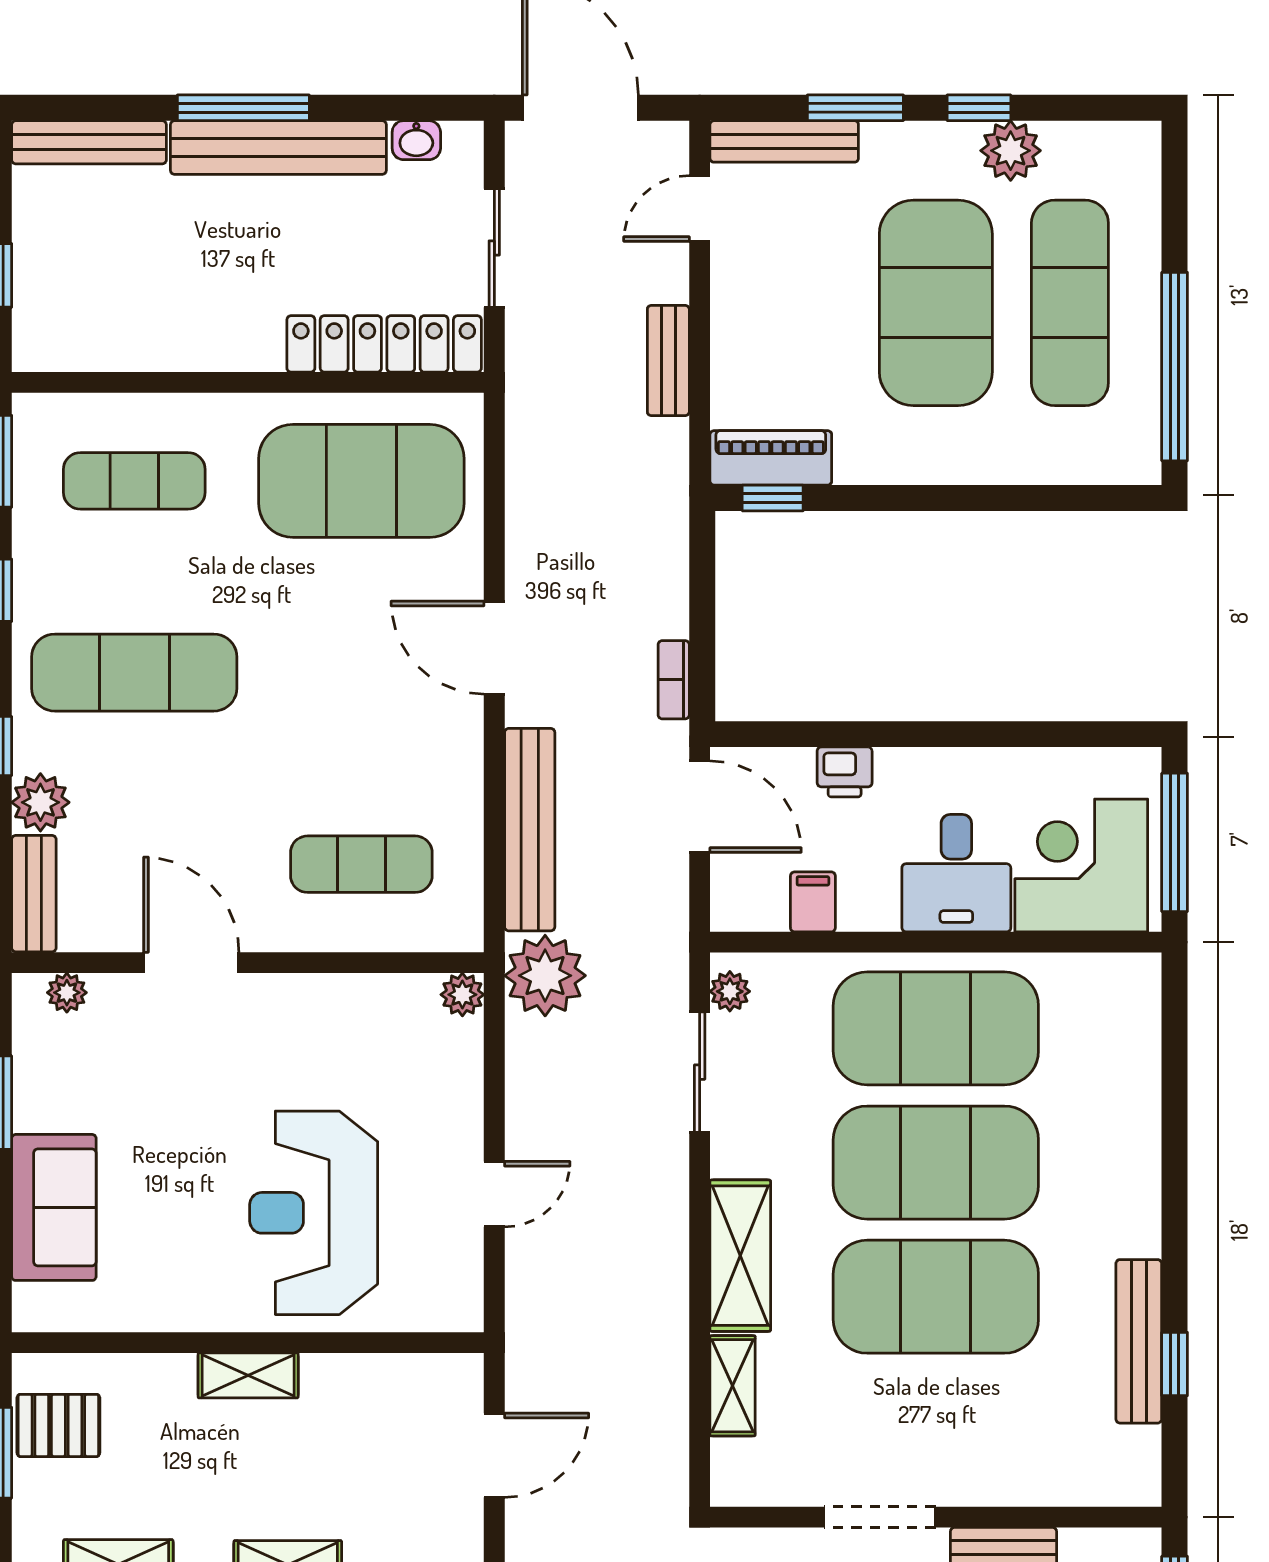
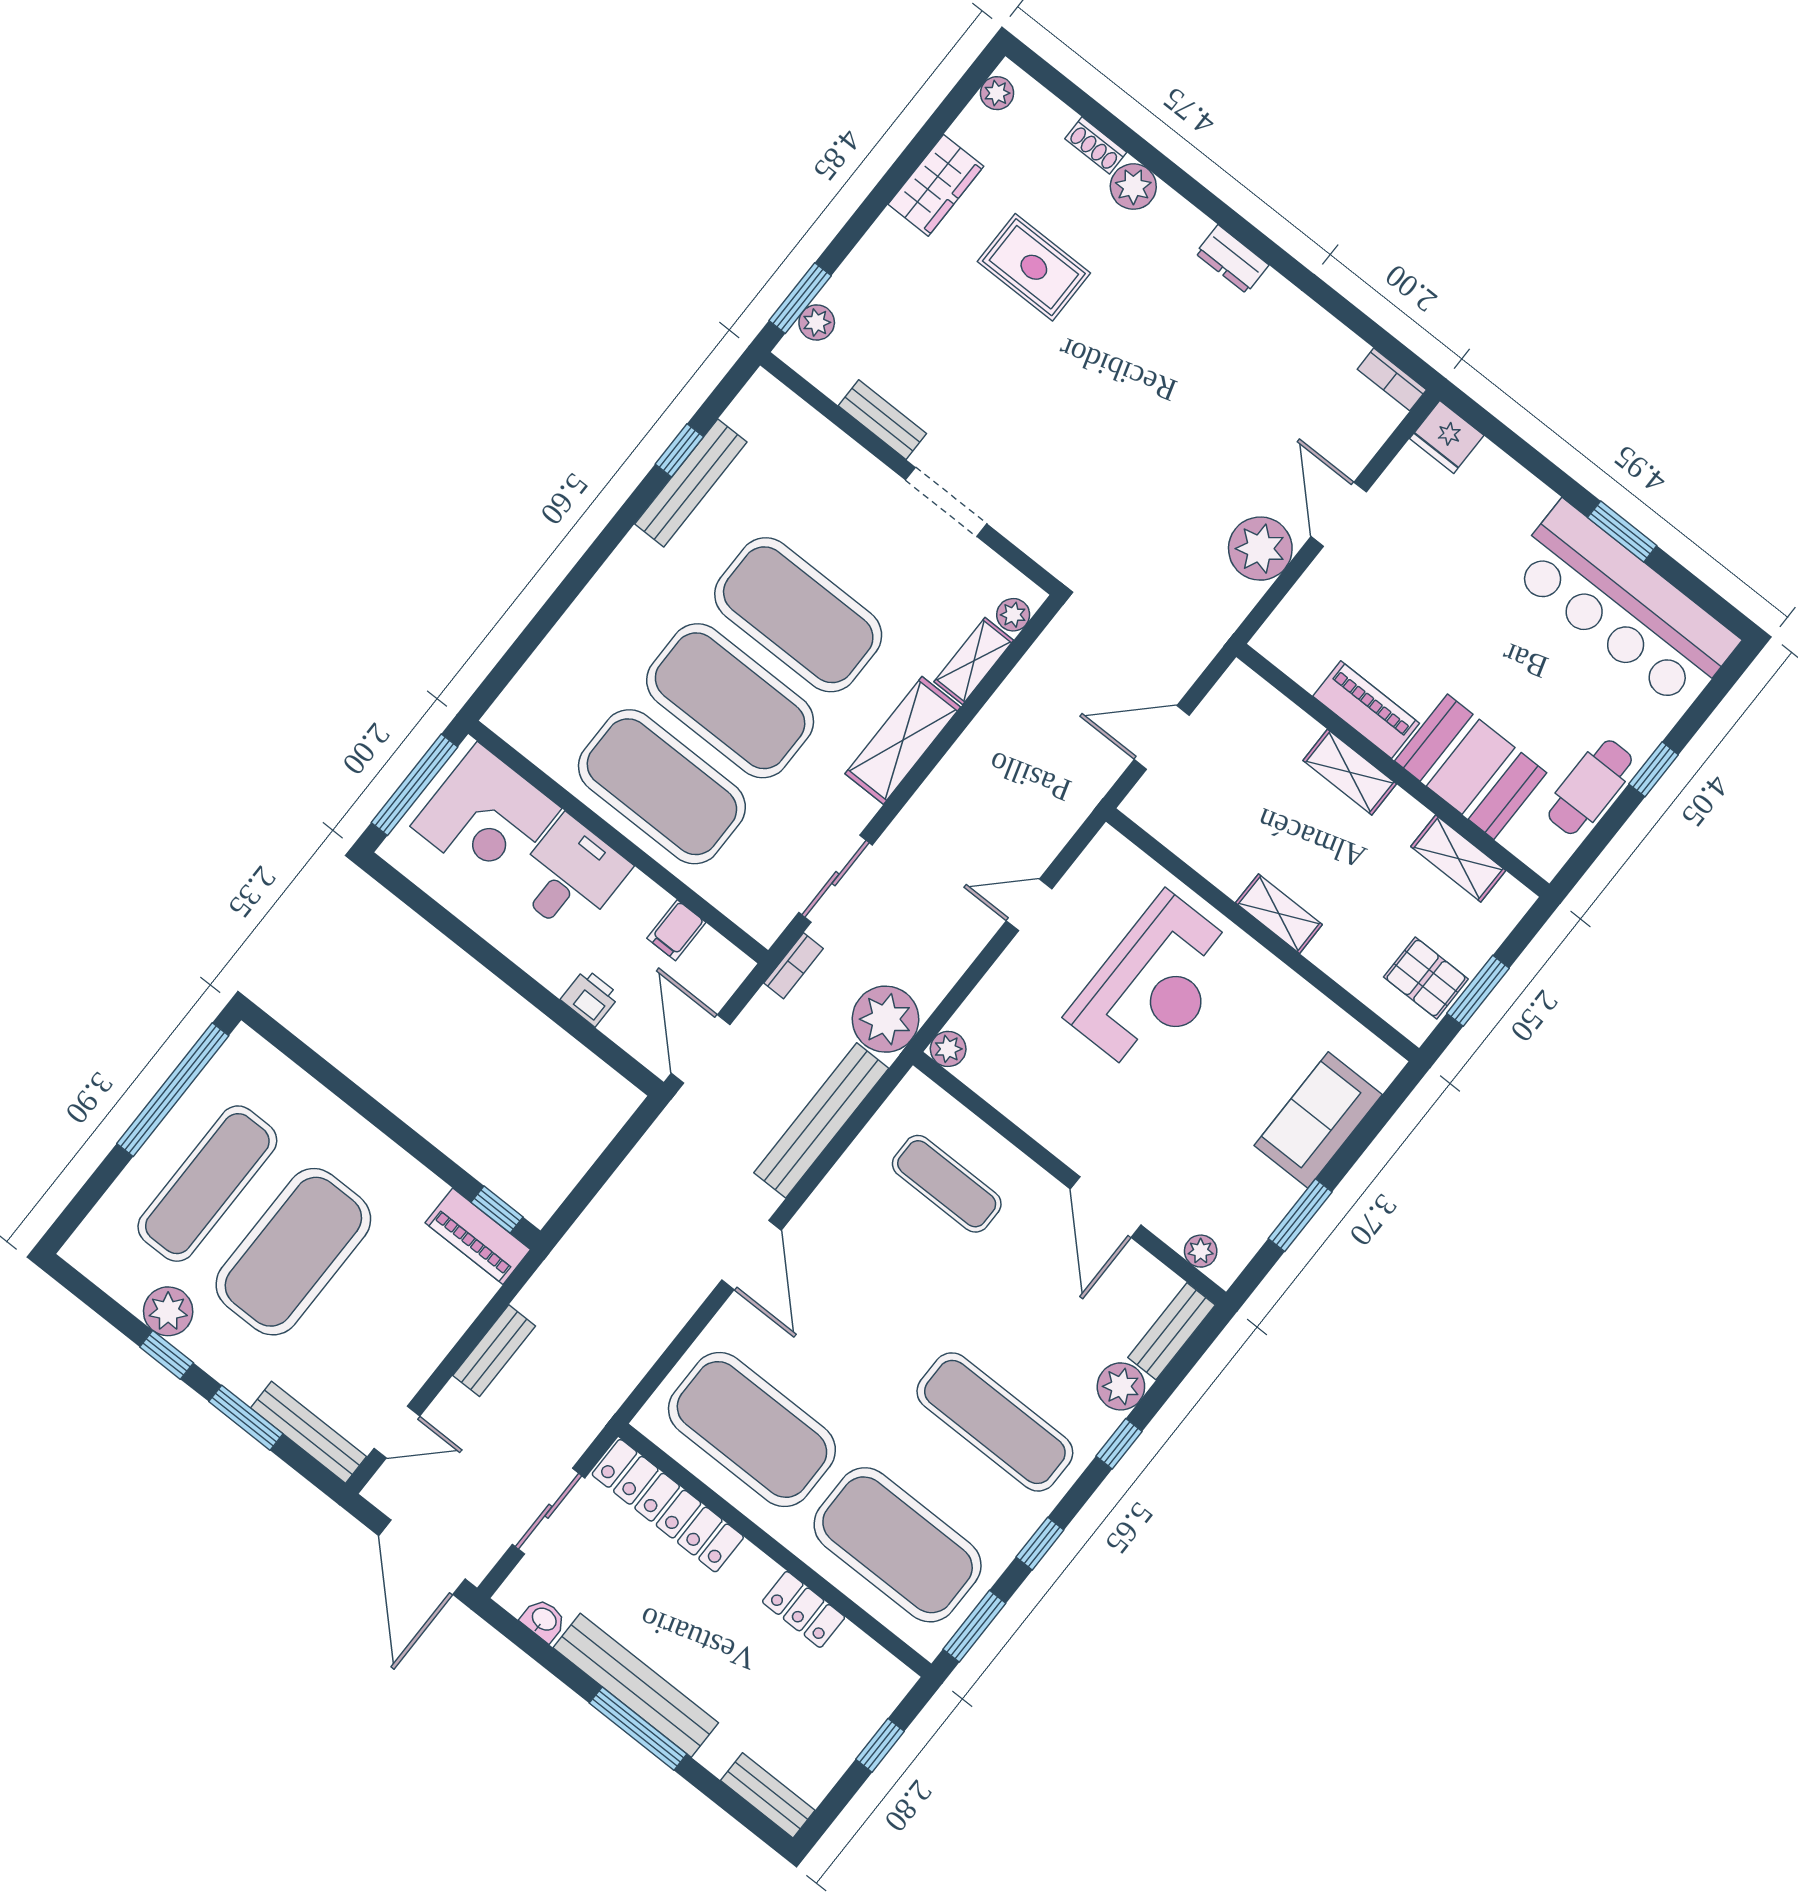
bench: (89, 142) -> (768, 1795), width x0.73
locker: (175, 348) -> (804, 1609), added
exercise mat: (134, 481) -> (898, 1545), width x2.00, depth x1.45
bookcase: (674, 680) -> (794, 966), moved
plant: (730, 991) -> (1013, 615), moved

